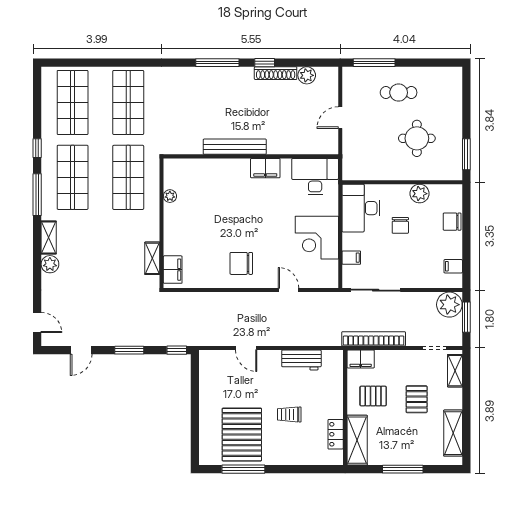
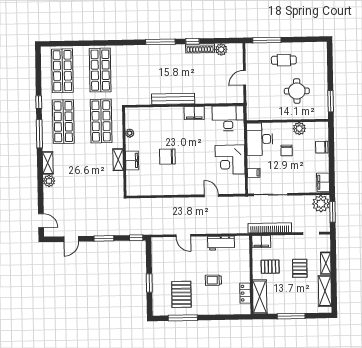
shelving: (152, 258) -> (118, 160), moved
chair: (241, 263) -> (167, 157), moved
filing cabinet: (453, 266) -> (323, 182), width x2.00
filing cabinet: (173, 270) -> (132, 161), moved
shelving: (455, 371) -> (326, 263), moved
window: (195, 417) -> (149, 283), added
pallet: (242, 435) -> (181, 294), width x0.73, depth x0.71

